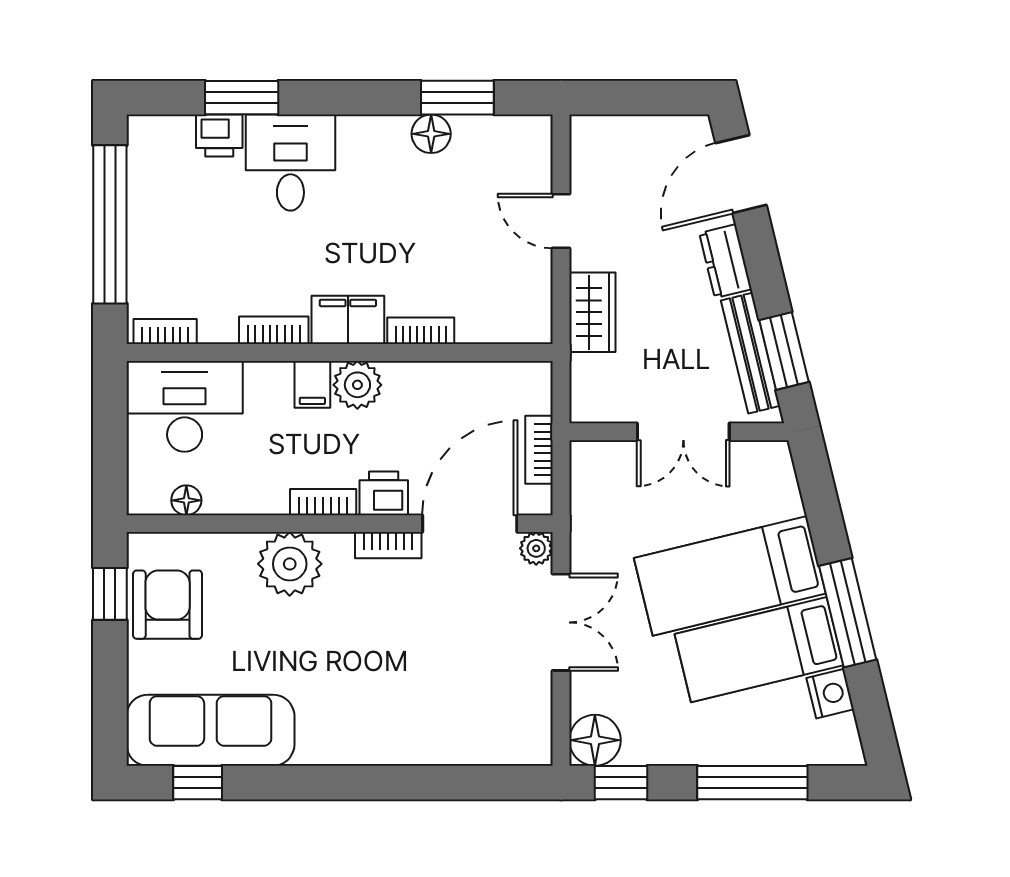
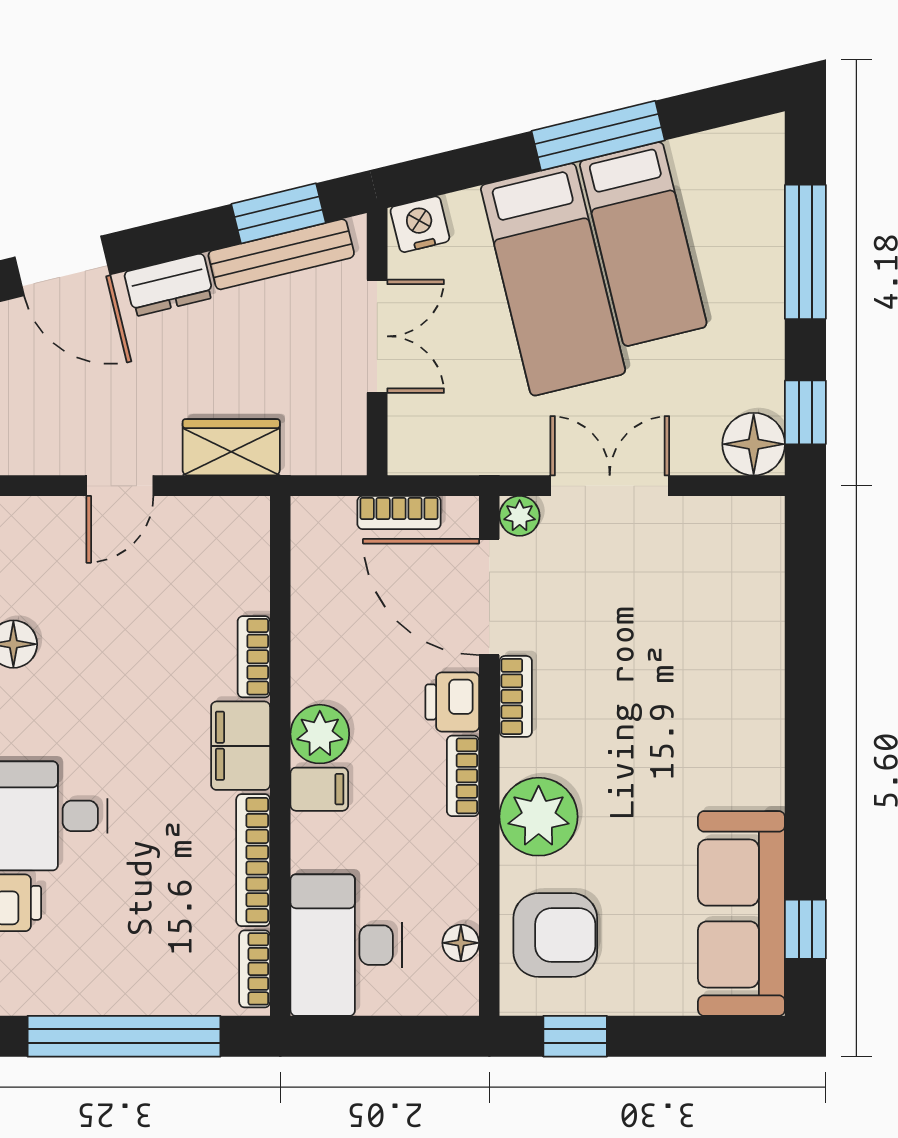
bookcase: (274, 330) -> (253, 860), width x1.56
armchair: (168, 605) -> (555, 935), moved, turned 180
nightstand: (830, 694) -> (420, 224), moved

